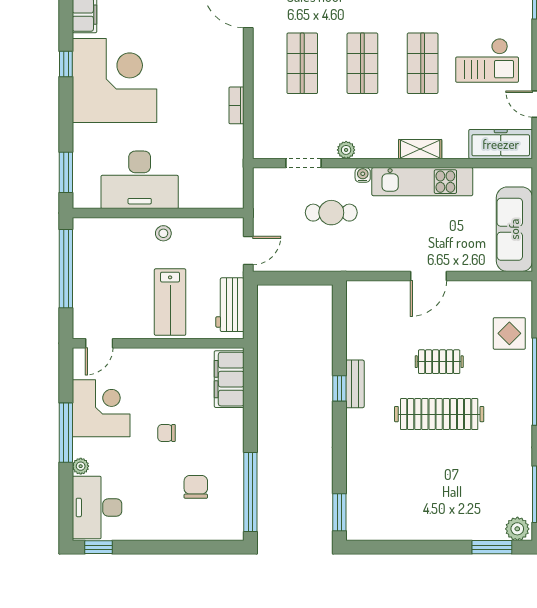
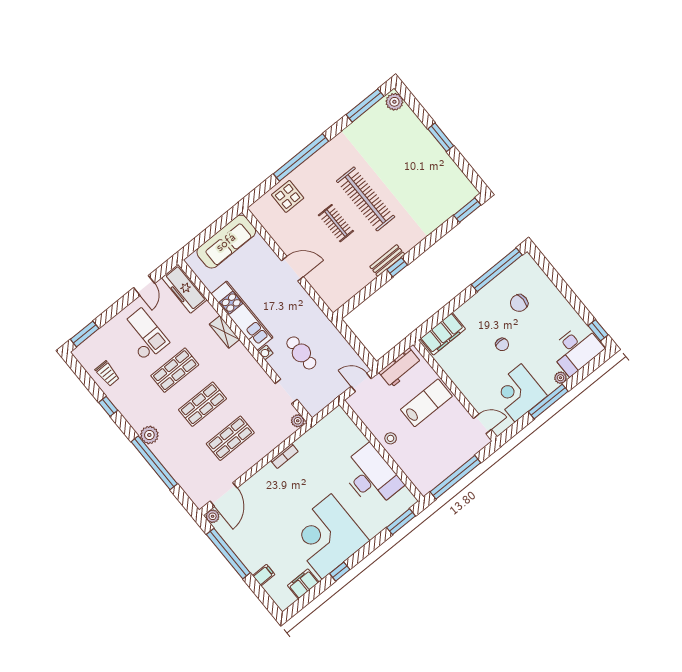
plant: (346, 150) -> (298, 421), moved
window: (492, 547) -> (441, 137), moved

